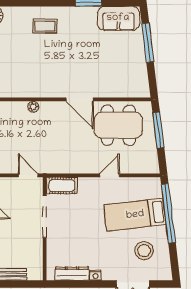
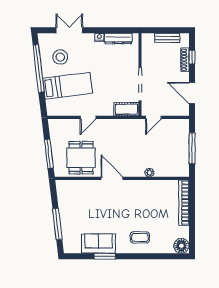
sofa: (118, 18) -> (99, 244), moved
dining table: (118, 125) -> (81, 158), width x0.73
door: (28, 175) -> (153, 117), hinge flipped
window: (168, 213) -> (39, 68), moved

